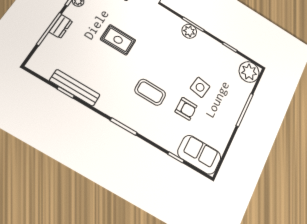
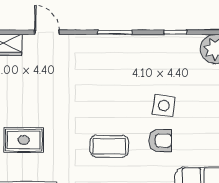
plant: (189, 31) -> (115, 44), removed
rug: (118, 40) -> (24, 140), moved

